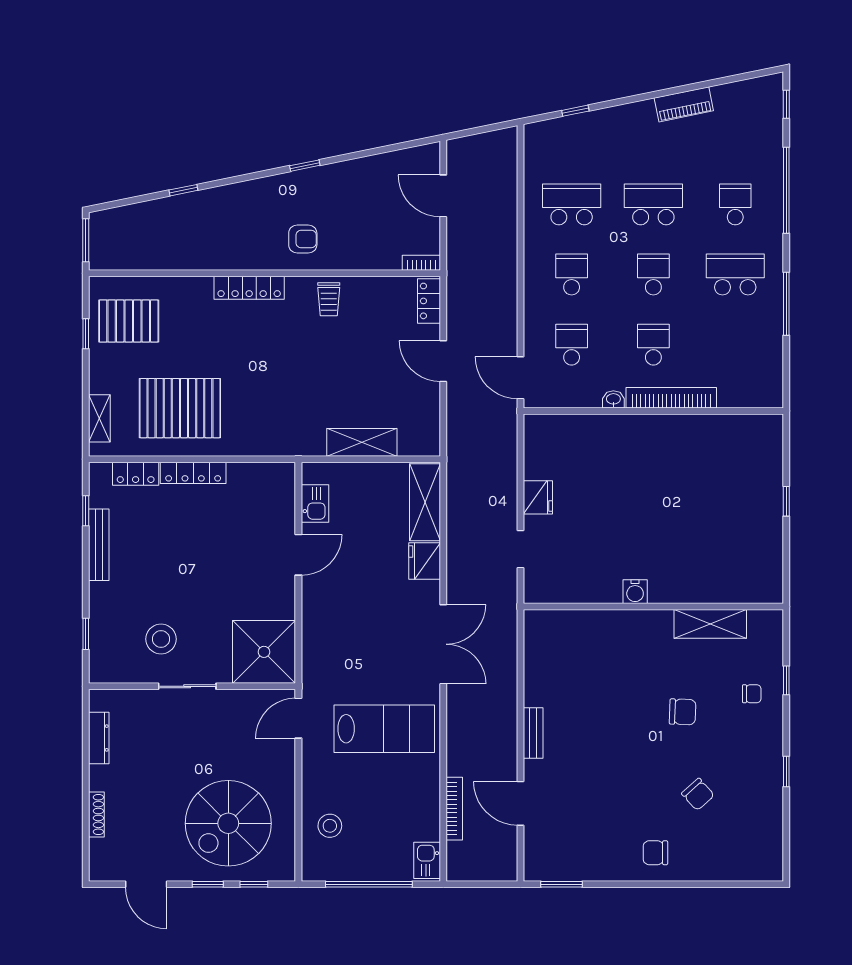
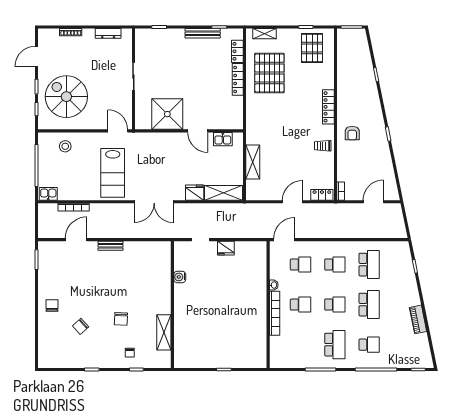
water cooler: (635, 592) -> (180, 277), moved
stool: (161, 639) -> (157, 64), removed
shower: (264, 652) -> (167, 114), moved

